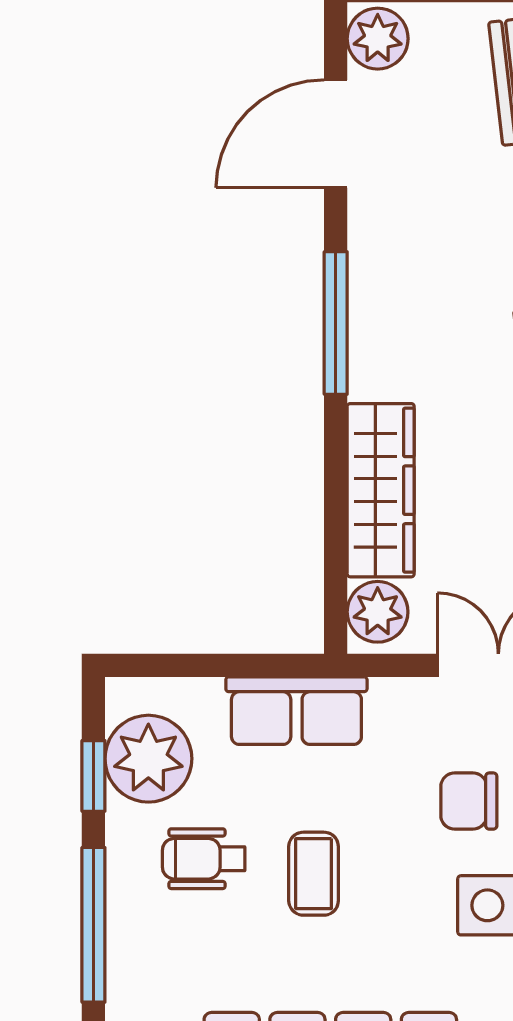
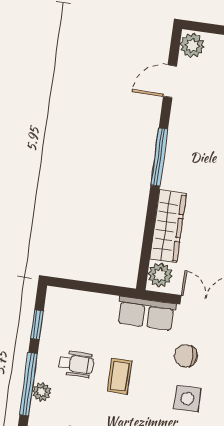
door: (336, 134) -> (170, 81), width x0.73
row of seats: (296, 711) -> (146, 313), moved
plant: (148, 759) -> (42, 392), moved, width x0.53, depth x0.53
wheelchair: (204, 859) -> (76, 364), turned 180

